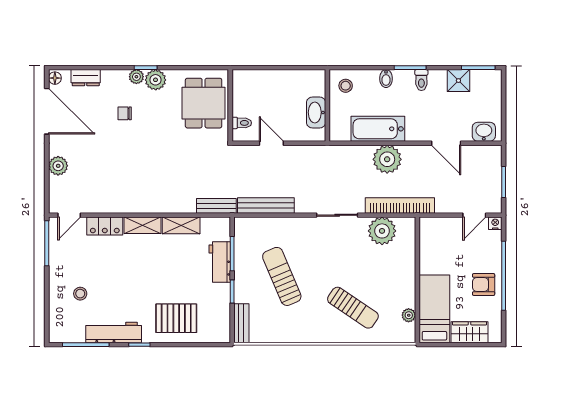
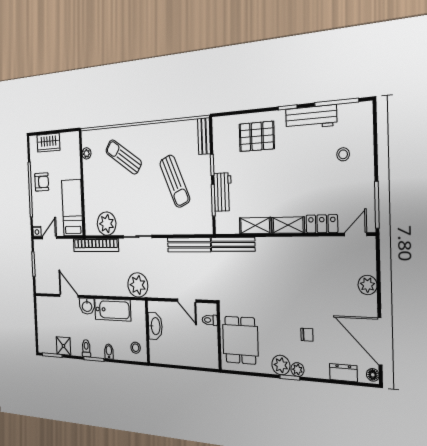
washbasin: (484, 132) -> (87, 306), moved
plant: (387, 159) -> (138, 285), moved
bench: (216, 206) -> (233, 244), width x1.36
bed: (434, 309) -> (72, 208), moved, turned 180

